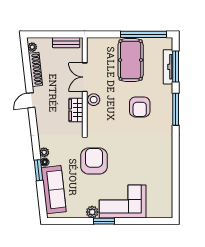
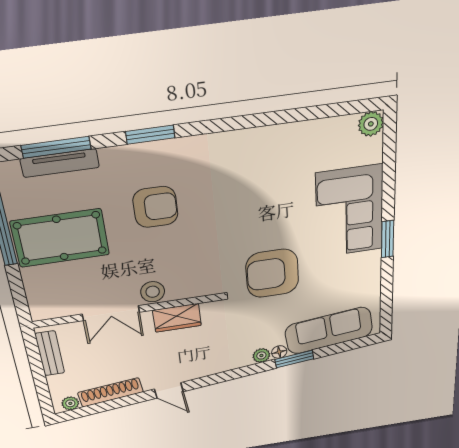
window: (176, 109) -> (150, 135), width x0.69
plant: (92, 212) -> (371, 124), moved

